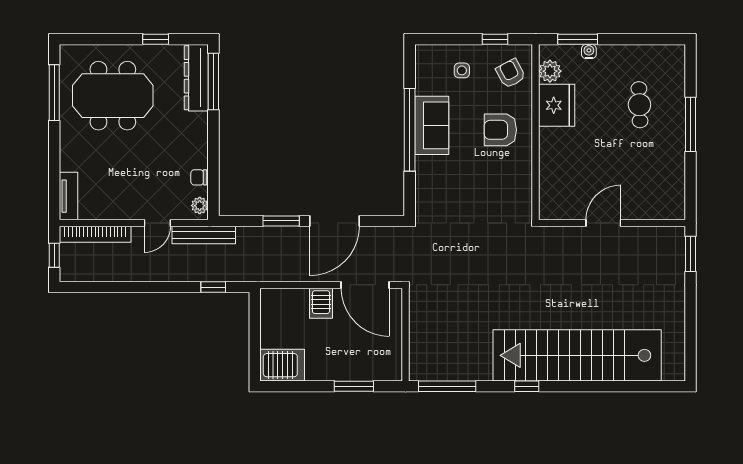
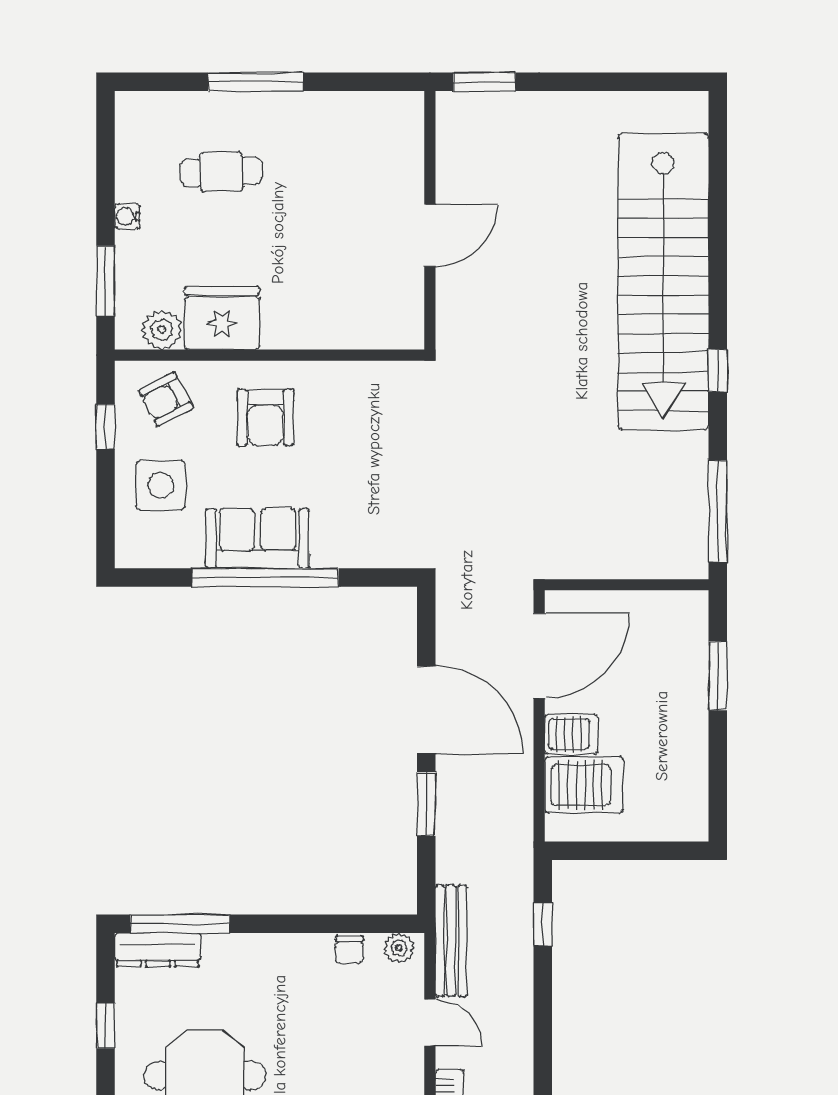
water cooler: (589, 51) -> (127, 216), moved
side table: (462, 70) -> (161, 485), width x1.87, depth x1.87
dresser: (196, 78) -> (158, 950), width x0.73, depth x0.80
door: (603, 223) -> (430, 235), swing flipped
server rack: (282, 365) -> (584, 785), moved, turned 90

